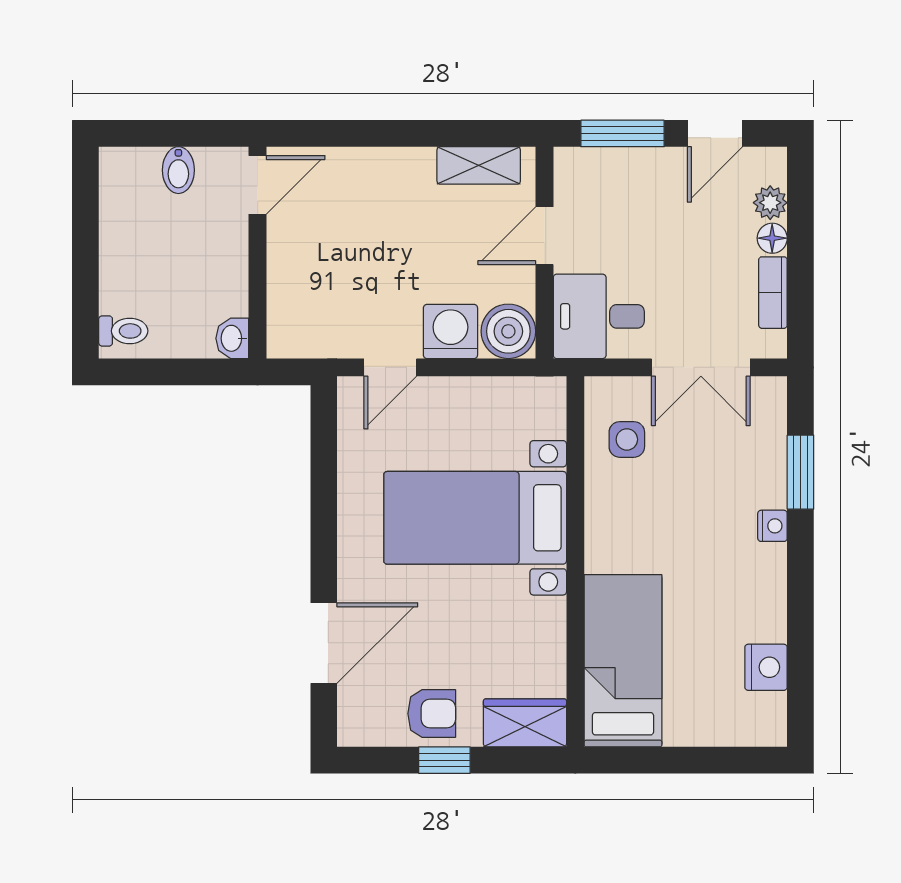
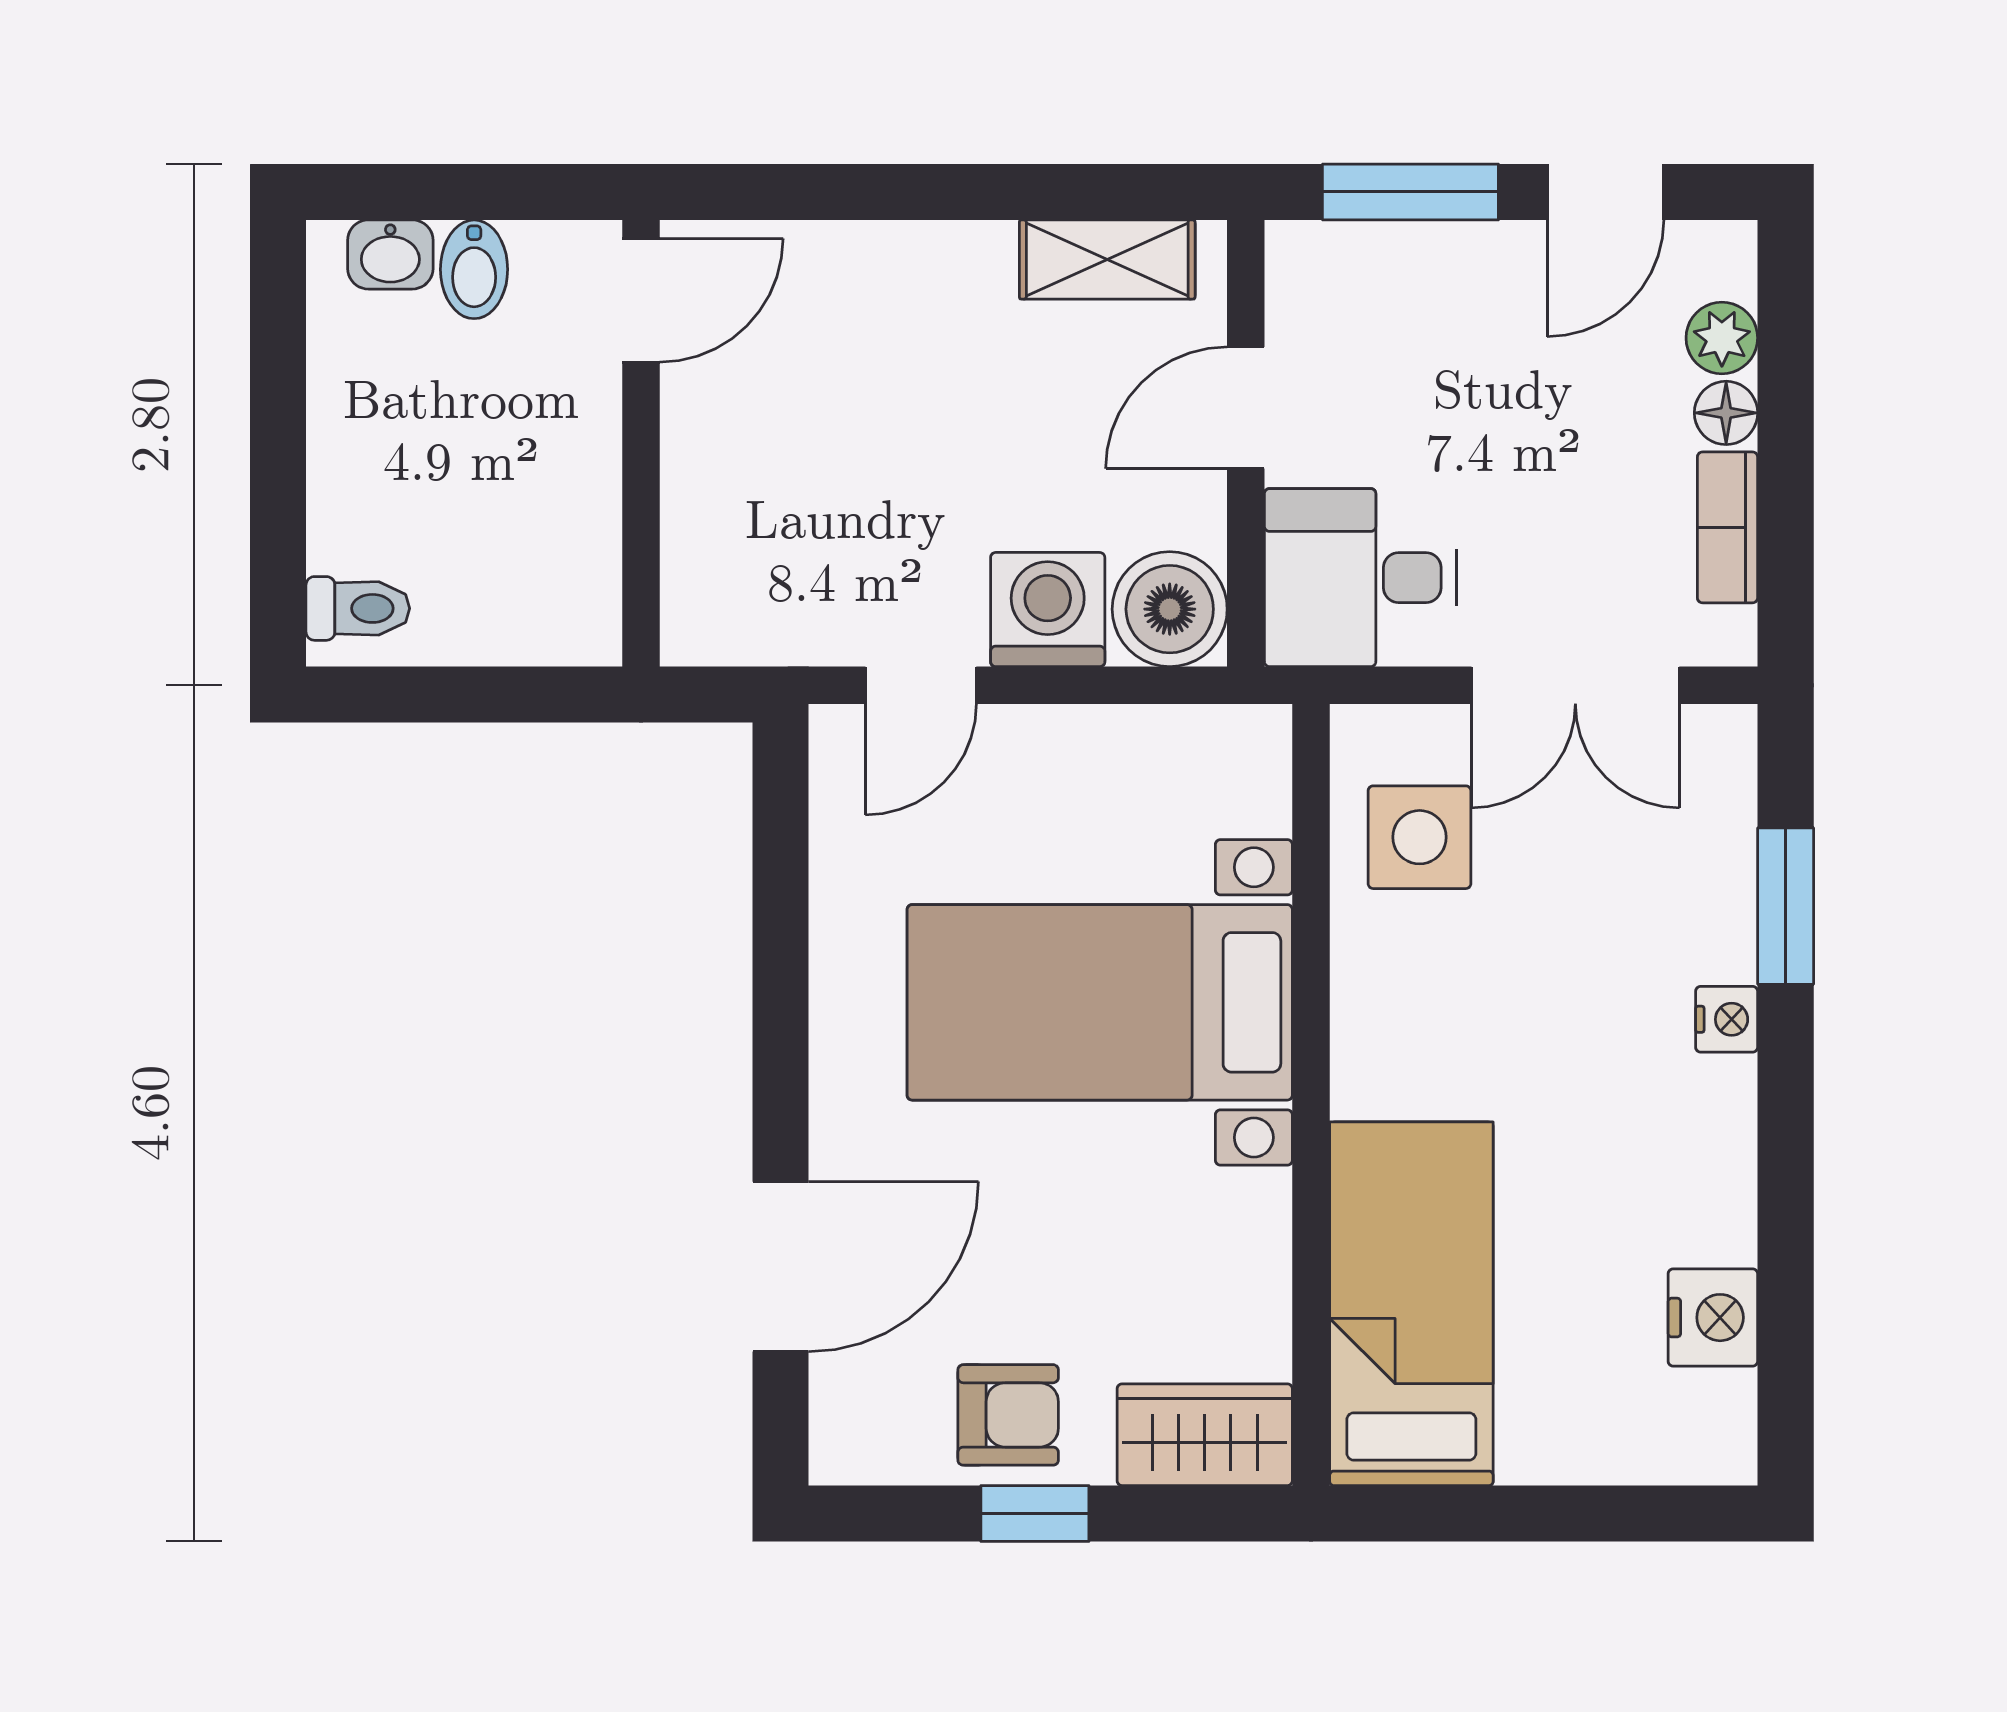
washbasin: (232, 338) -> (390, 254), moved, turned -90
side table: (627, 439) -> (1420, 837), width x1.37, depth x1.37

